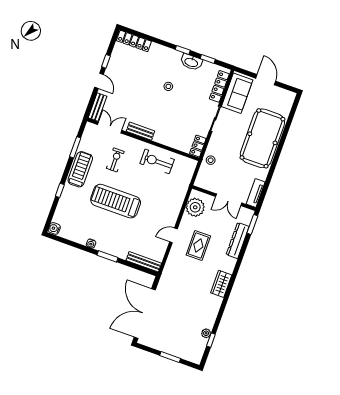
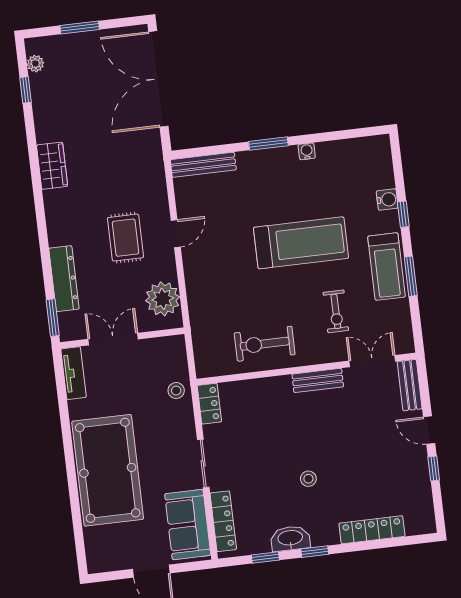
locker: (134, 41) -> (372, 530), moved
double door: (110, 127) -> (372, 361), swing flipped
window: (75, 147) -> (411, 276), moved
exercise bike: (157, 161) -> (265, 344), turned 180
water cooler: (54, 228) -> (387, 200), moved
wardrobe: (221, 284) -> (52, 166), moved
double door: (145, 314) -> (158, 79), swing flipped
plant: (206, 333) -> (35, 64), moved

